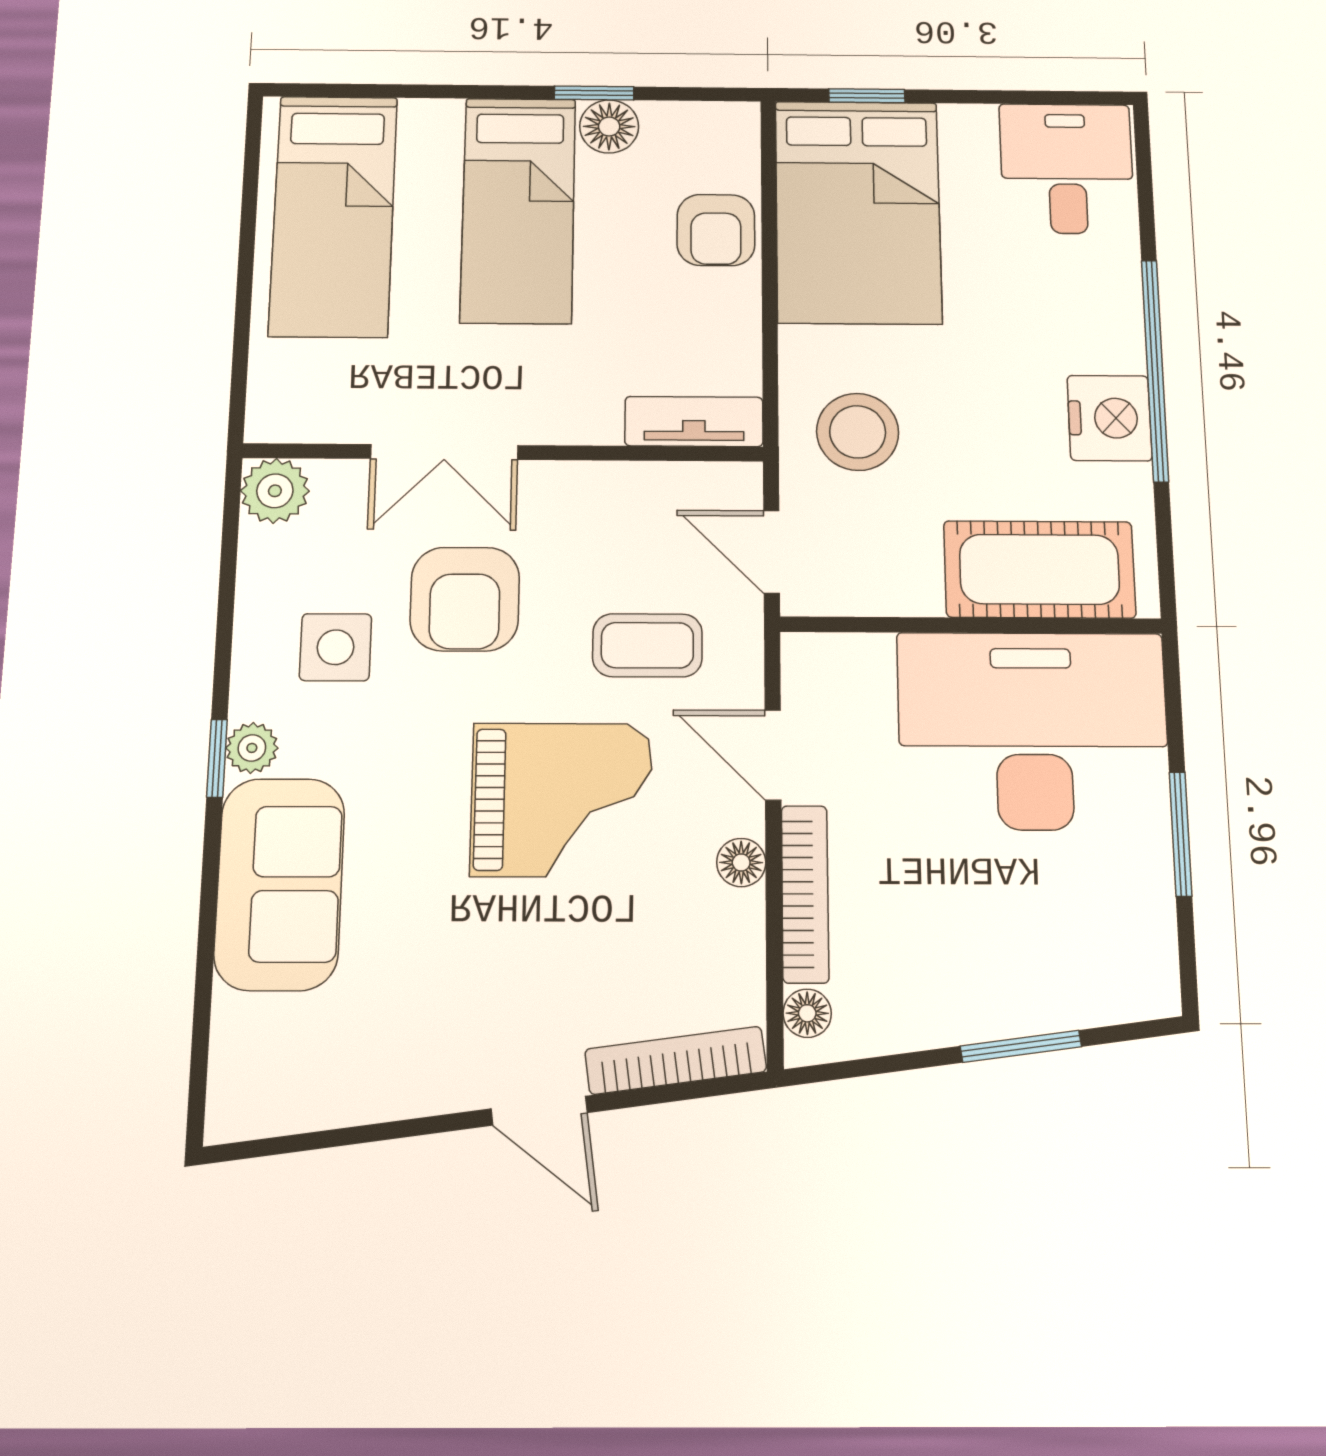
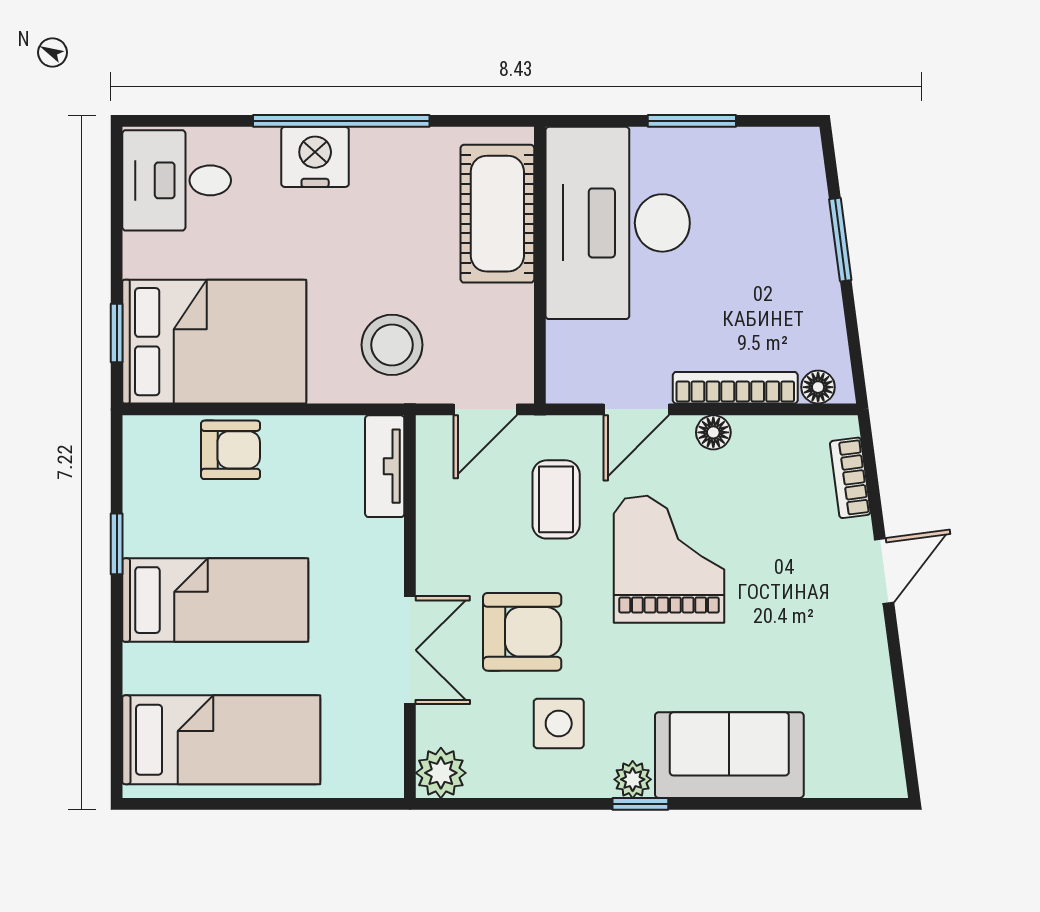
floor lamp: (609, 126) -> (145, 532), removed
nightstand: (1110, 418) -> (315, 157), moved
bookcase: (676, 1060) -> (850, 478), width x0.64

